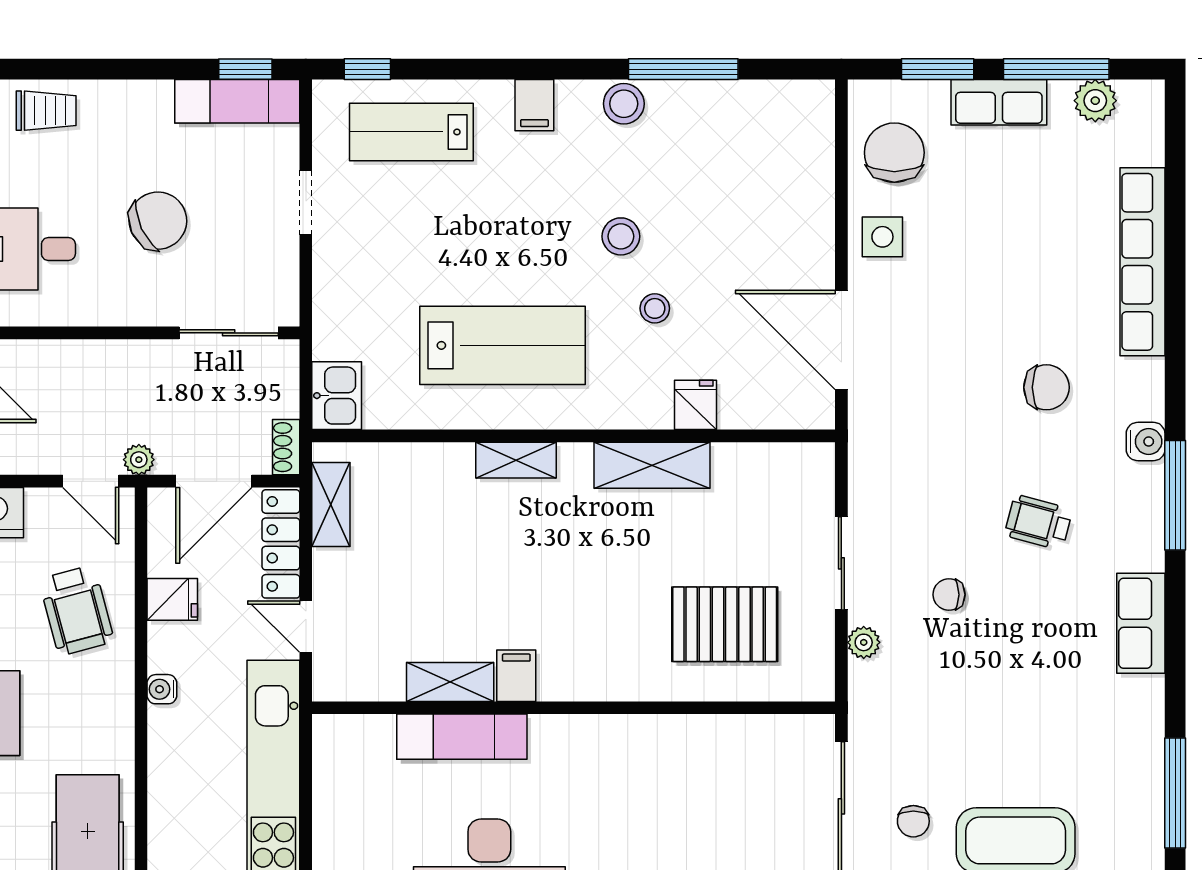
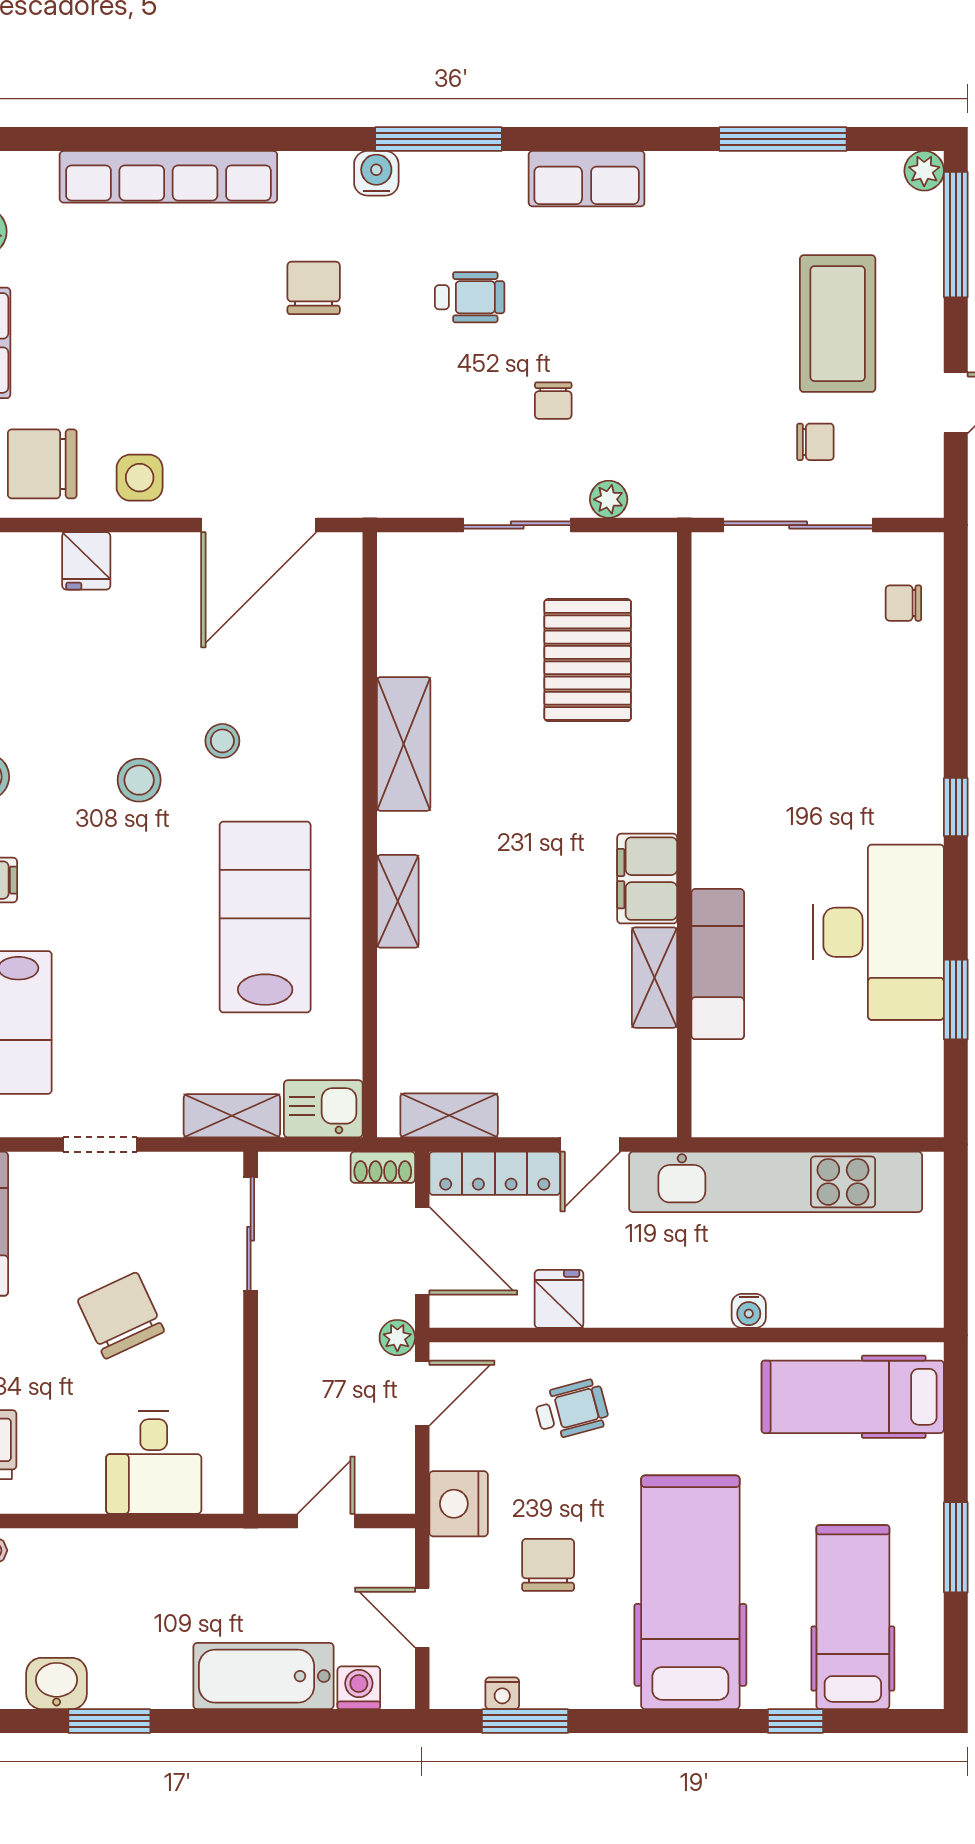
shelving: (331, 317) -> (232, 1116), added
fridge: (696, 405) -> (86, 561), moved, turned -90
wheelchair: (1038, 522) -> (470, 297), turned -105
wheelchair: (76, 610) -> (572, 1410), width x0.73, depth x0.73
filing cabinet: (516, 676) -> (647, 879), width x2.00
water cooler: (162, 689) -> (749, 1311), moved

